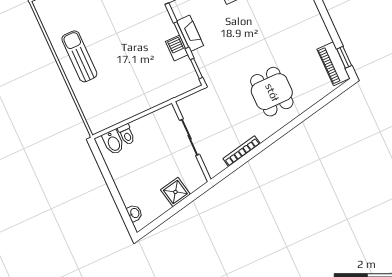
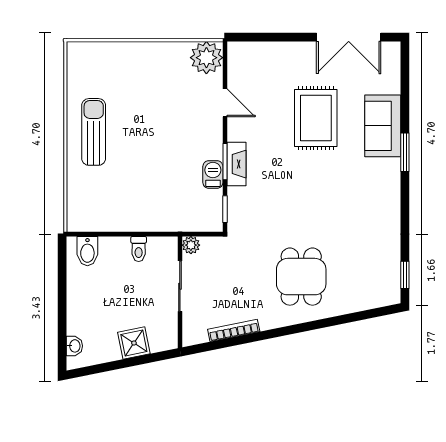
piano: (334, 64) -> (389, 277), removed
plant: (184, 105) -> (191, 245), added
toilet: (126, 134) -> (139, 249), moved

